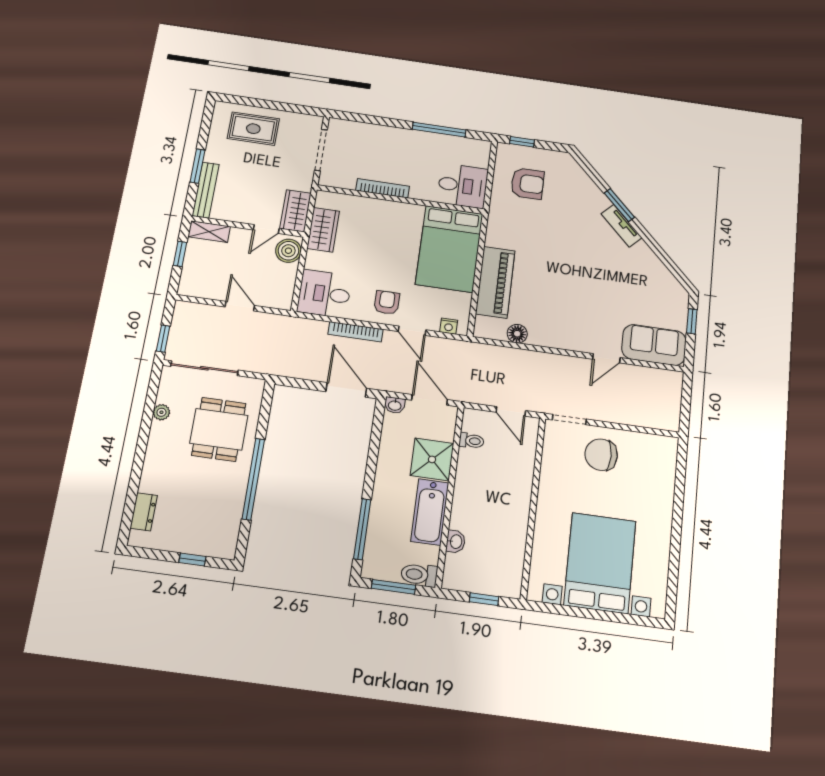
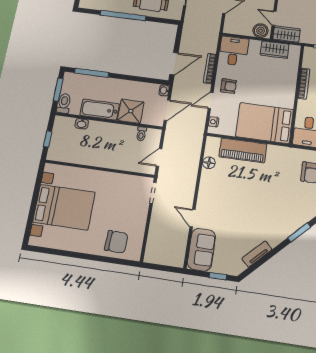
tv unit: (621, 226) -> (257, 254), moved
chair: (601, 455) -> (116, 242), moved, turned 92

